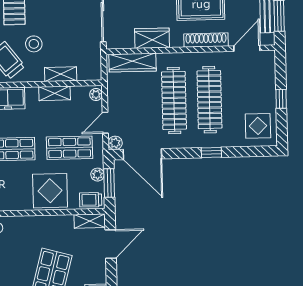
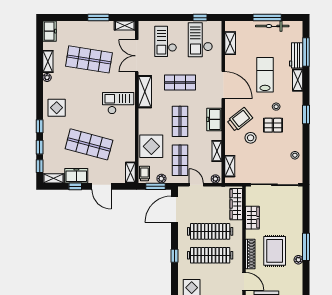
shelving: (61, 74) -> (230, 166), moved
plant: (115, 143) -> (182, 191), removed
door: (111, 244) -> (101, 186), moved

